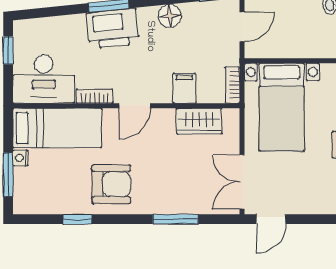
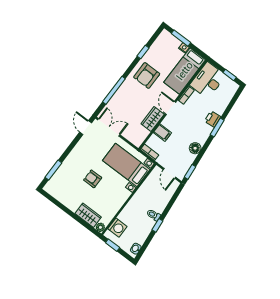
printer: (113, 28) -> (213, 119), width x0.53, depth x0.68
wardrobe: (199, 121) -> (153, 119), moved
window: (176, 219) -> (114, 90), width x1.44

